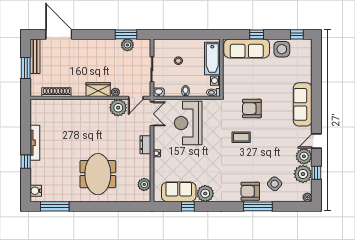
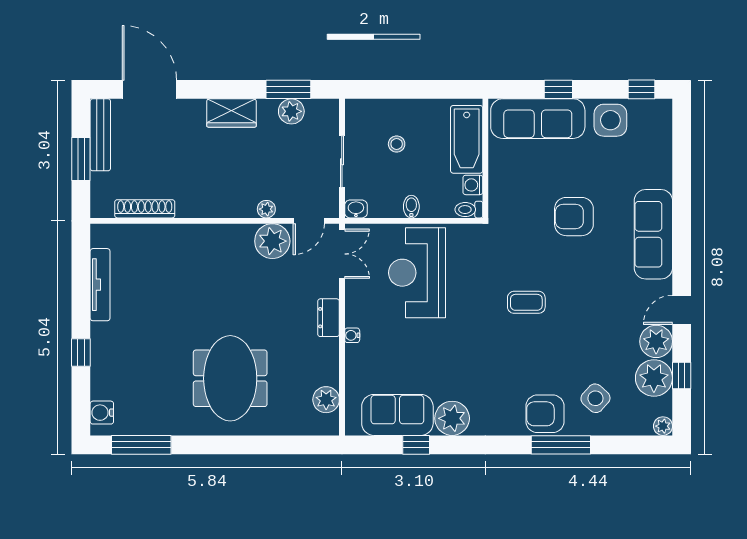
wardrobe: (98, 90) -> (232, 113), moved, turned 180
armchair: (252, 109) -> (574, 217), moved
tv unit: (35, 143) -> (100, 285), moved

